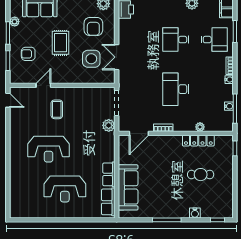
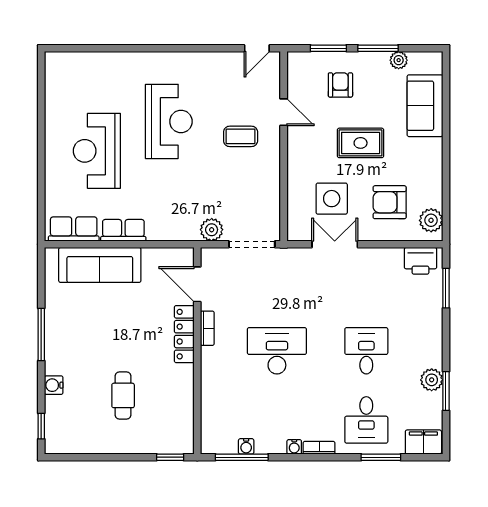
plant: (200, 127) -> (209, 394), removed
locker: (198, 141) -> (184, 334), moved
reception desk: (49, 149) -> (169, 121), turned 180

